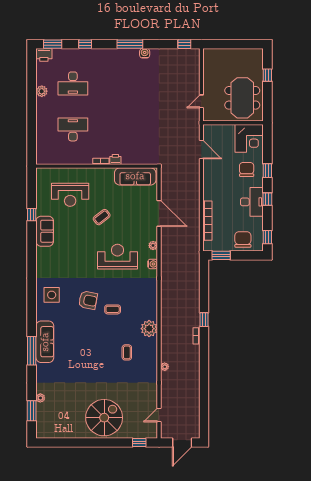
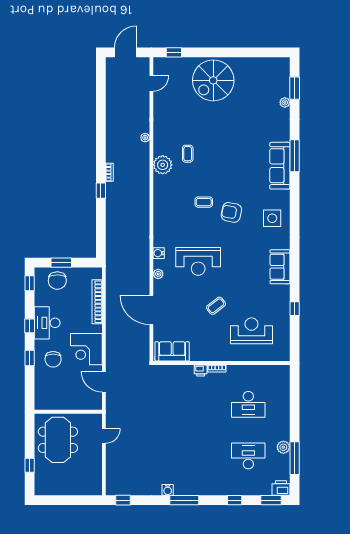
window: (32, 82) -> (295, 458), added
corner desk: (249, 138) -> (86, 349), moved, turned -90
sofa: (135, 176) -> (172, 351), width x0.73
sofa: (45, 231) -> (280, 267), moved
window: (221, 255) -> (61, 263), moved
plant: (149, 329) -> (163, 165), moved

